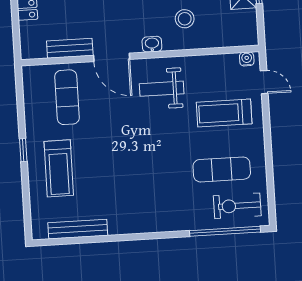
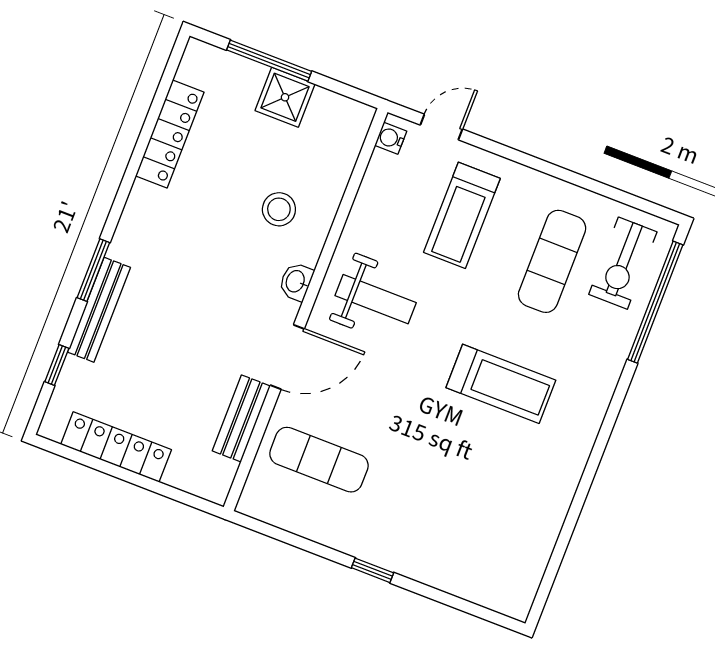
weight bench: (162, 89) -> (376, 299), turned -90
treadmill: (59, 168) -> (501, 384), moved
bench: (78, 229) -> (542, 540), removed

